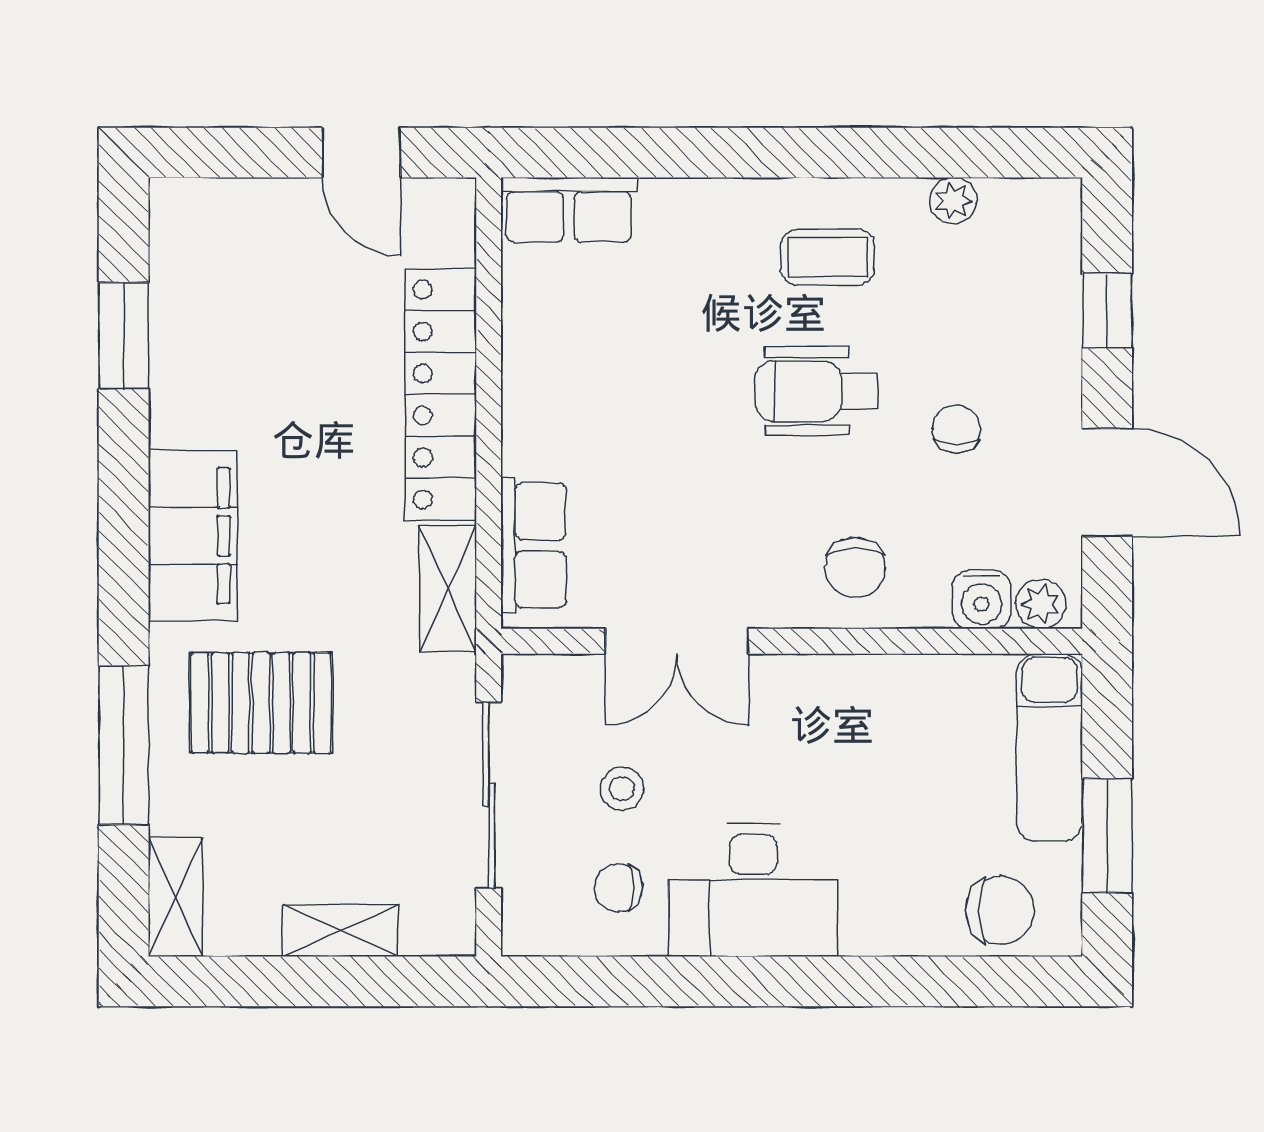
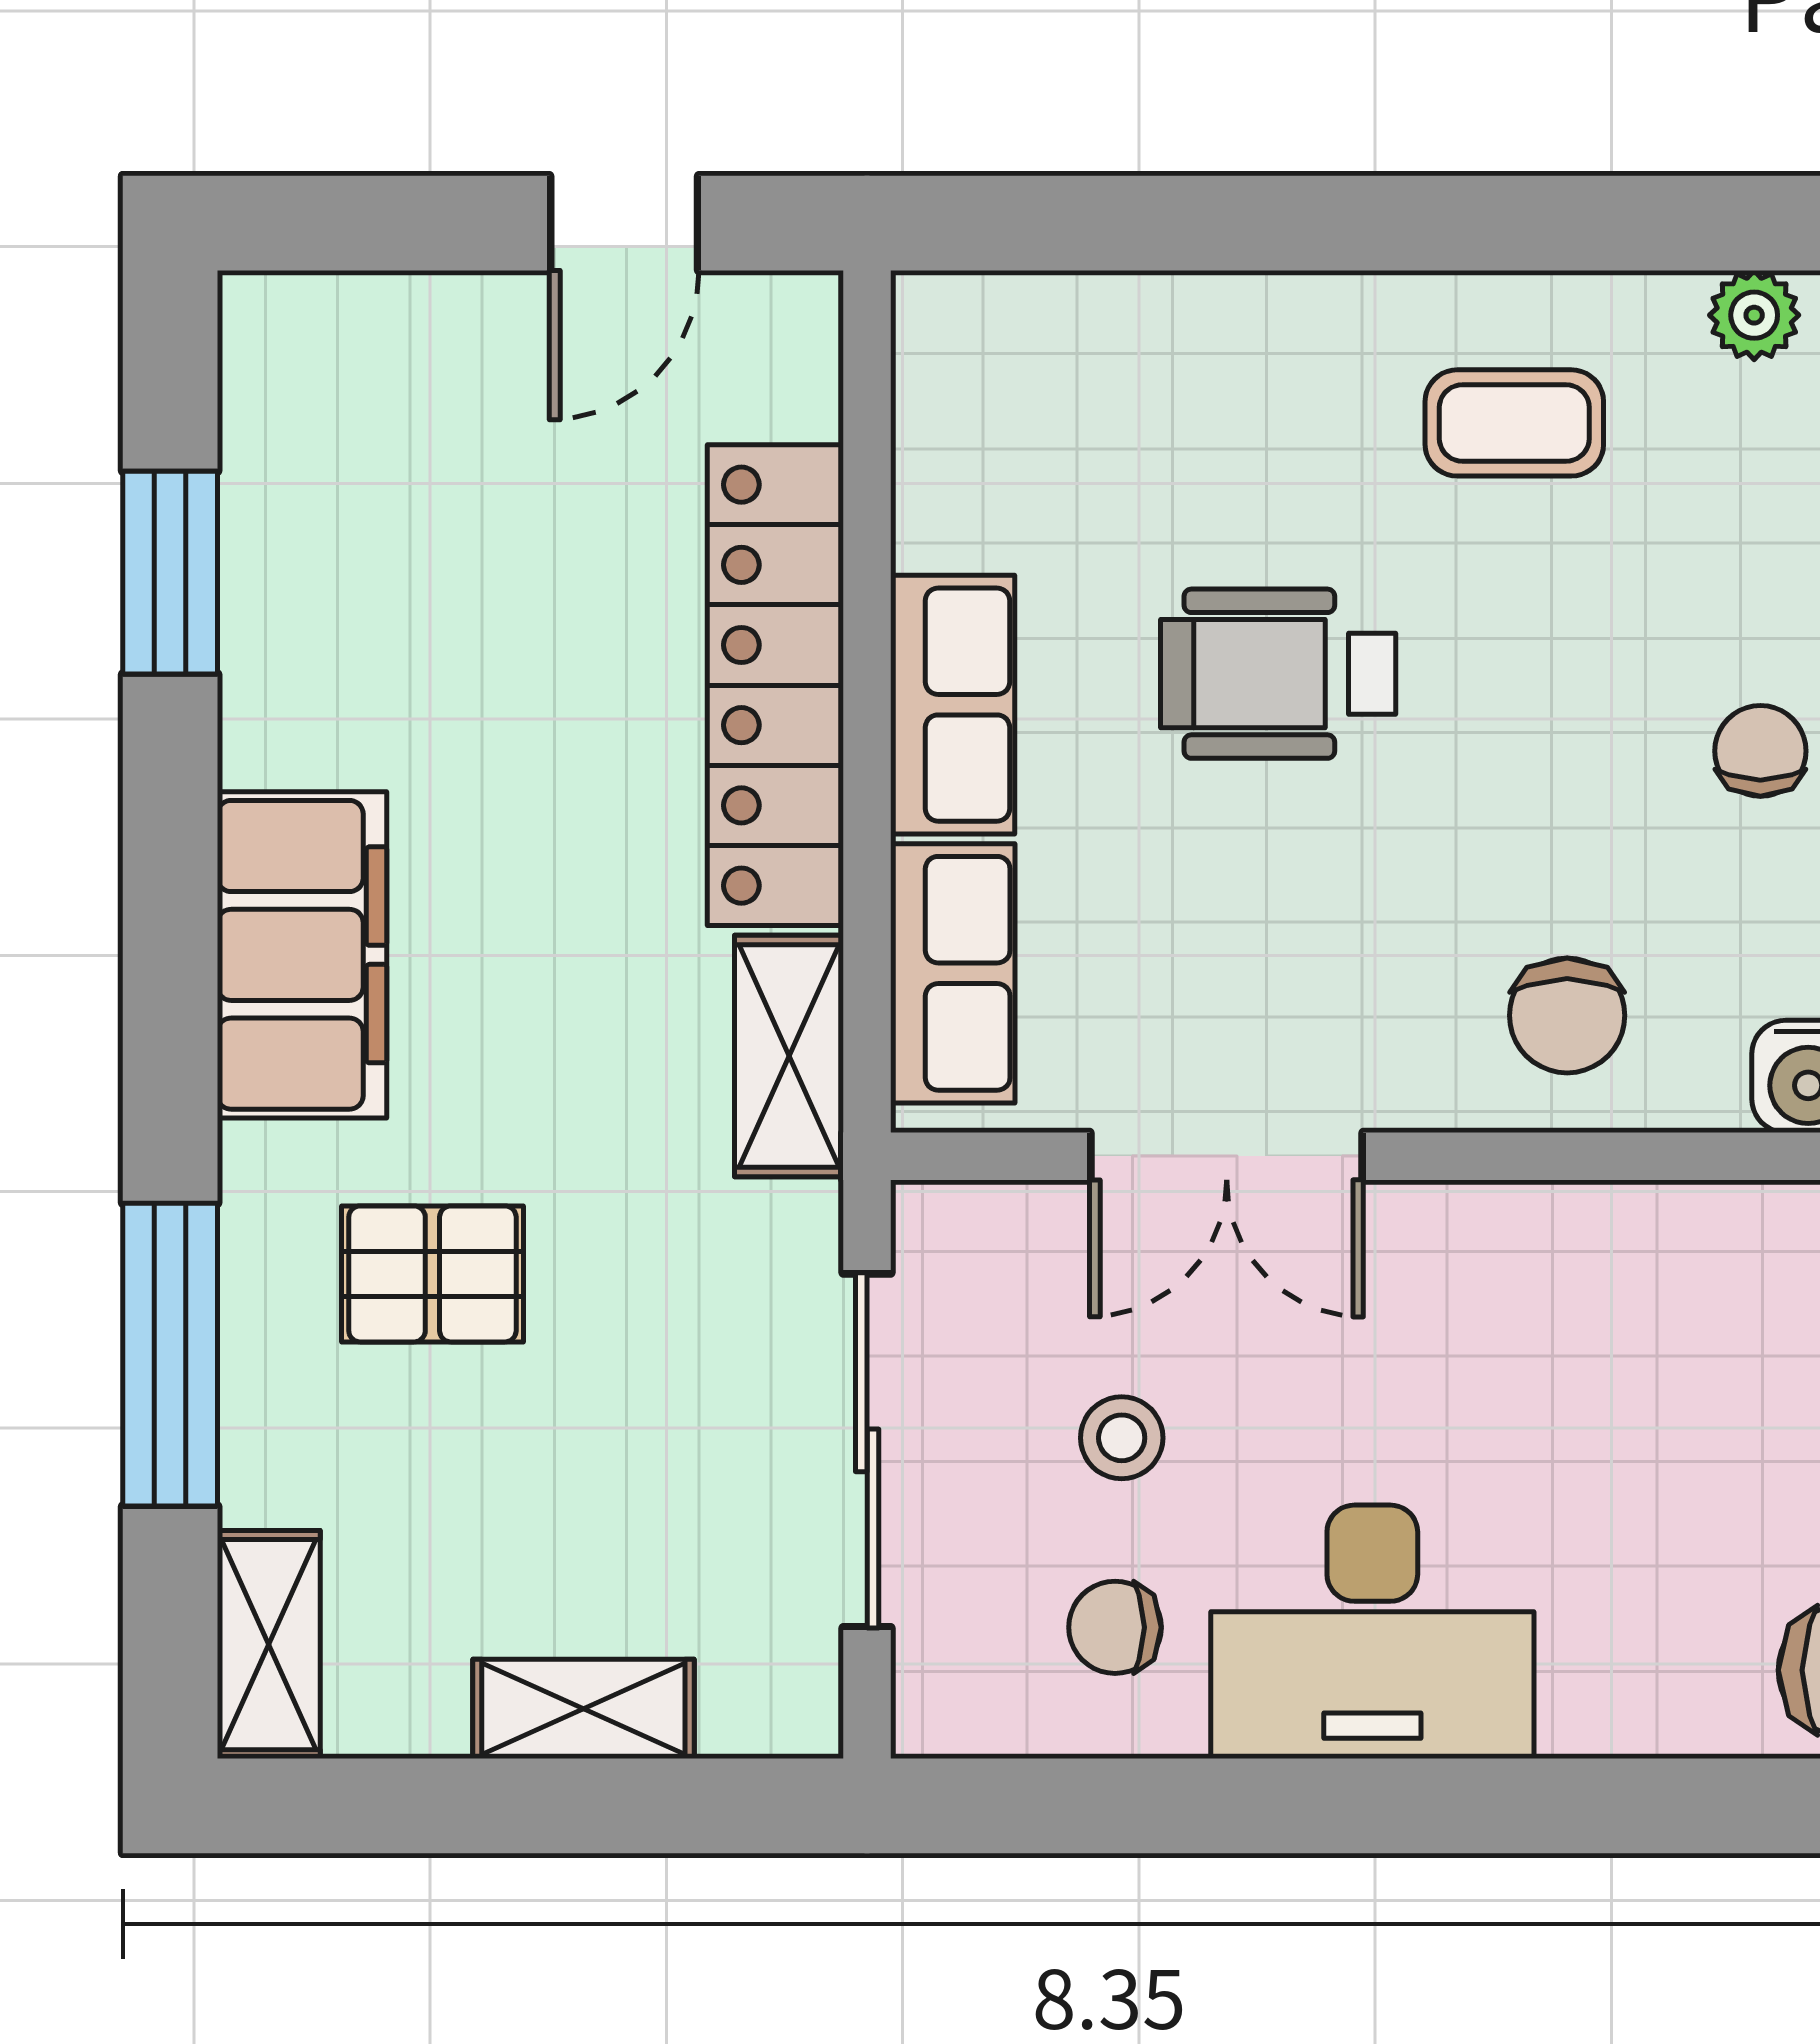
door: (361, 153) -> (624, 223), hinge flipped
row of seats: (569, 210) -> (953, 705), moved, turned -90
wheelchair: (817, 391) -> (1278, 674), moved
pallet: (261, 703) -> (432, 1274), width x0.67, depth x0.71

